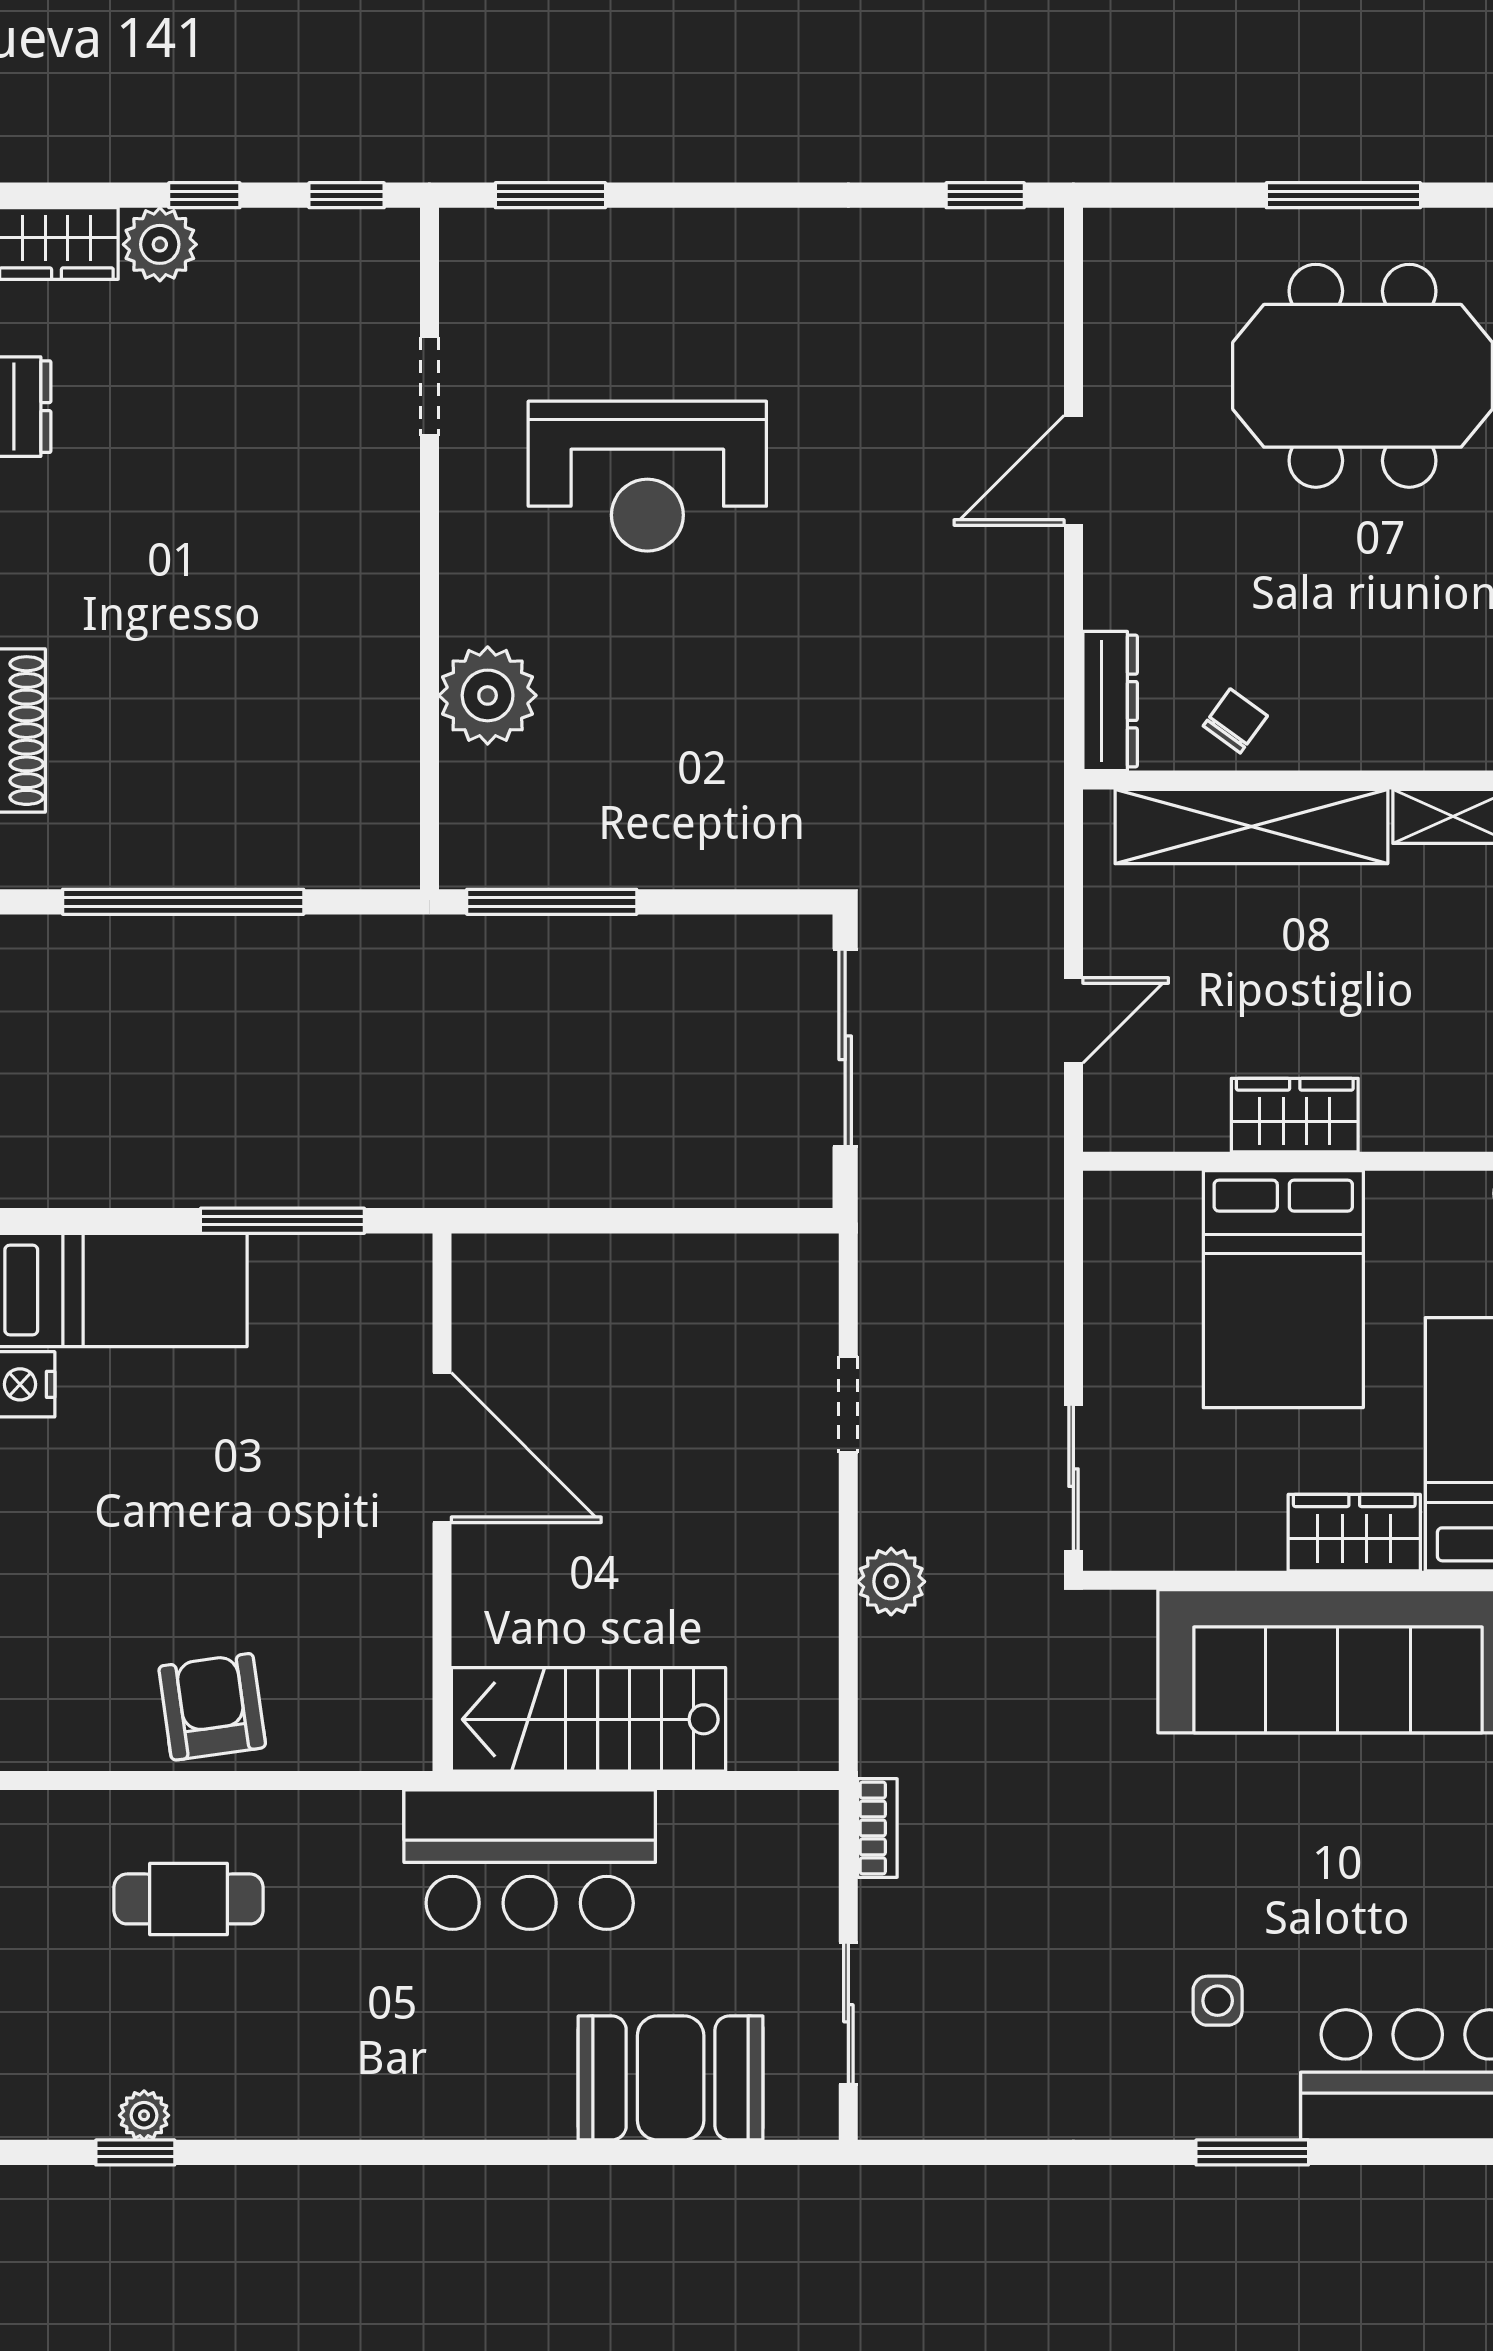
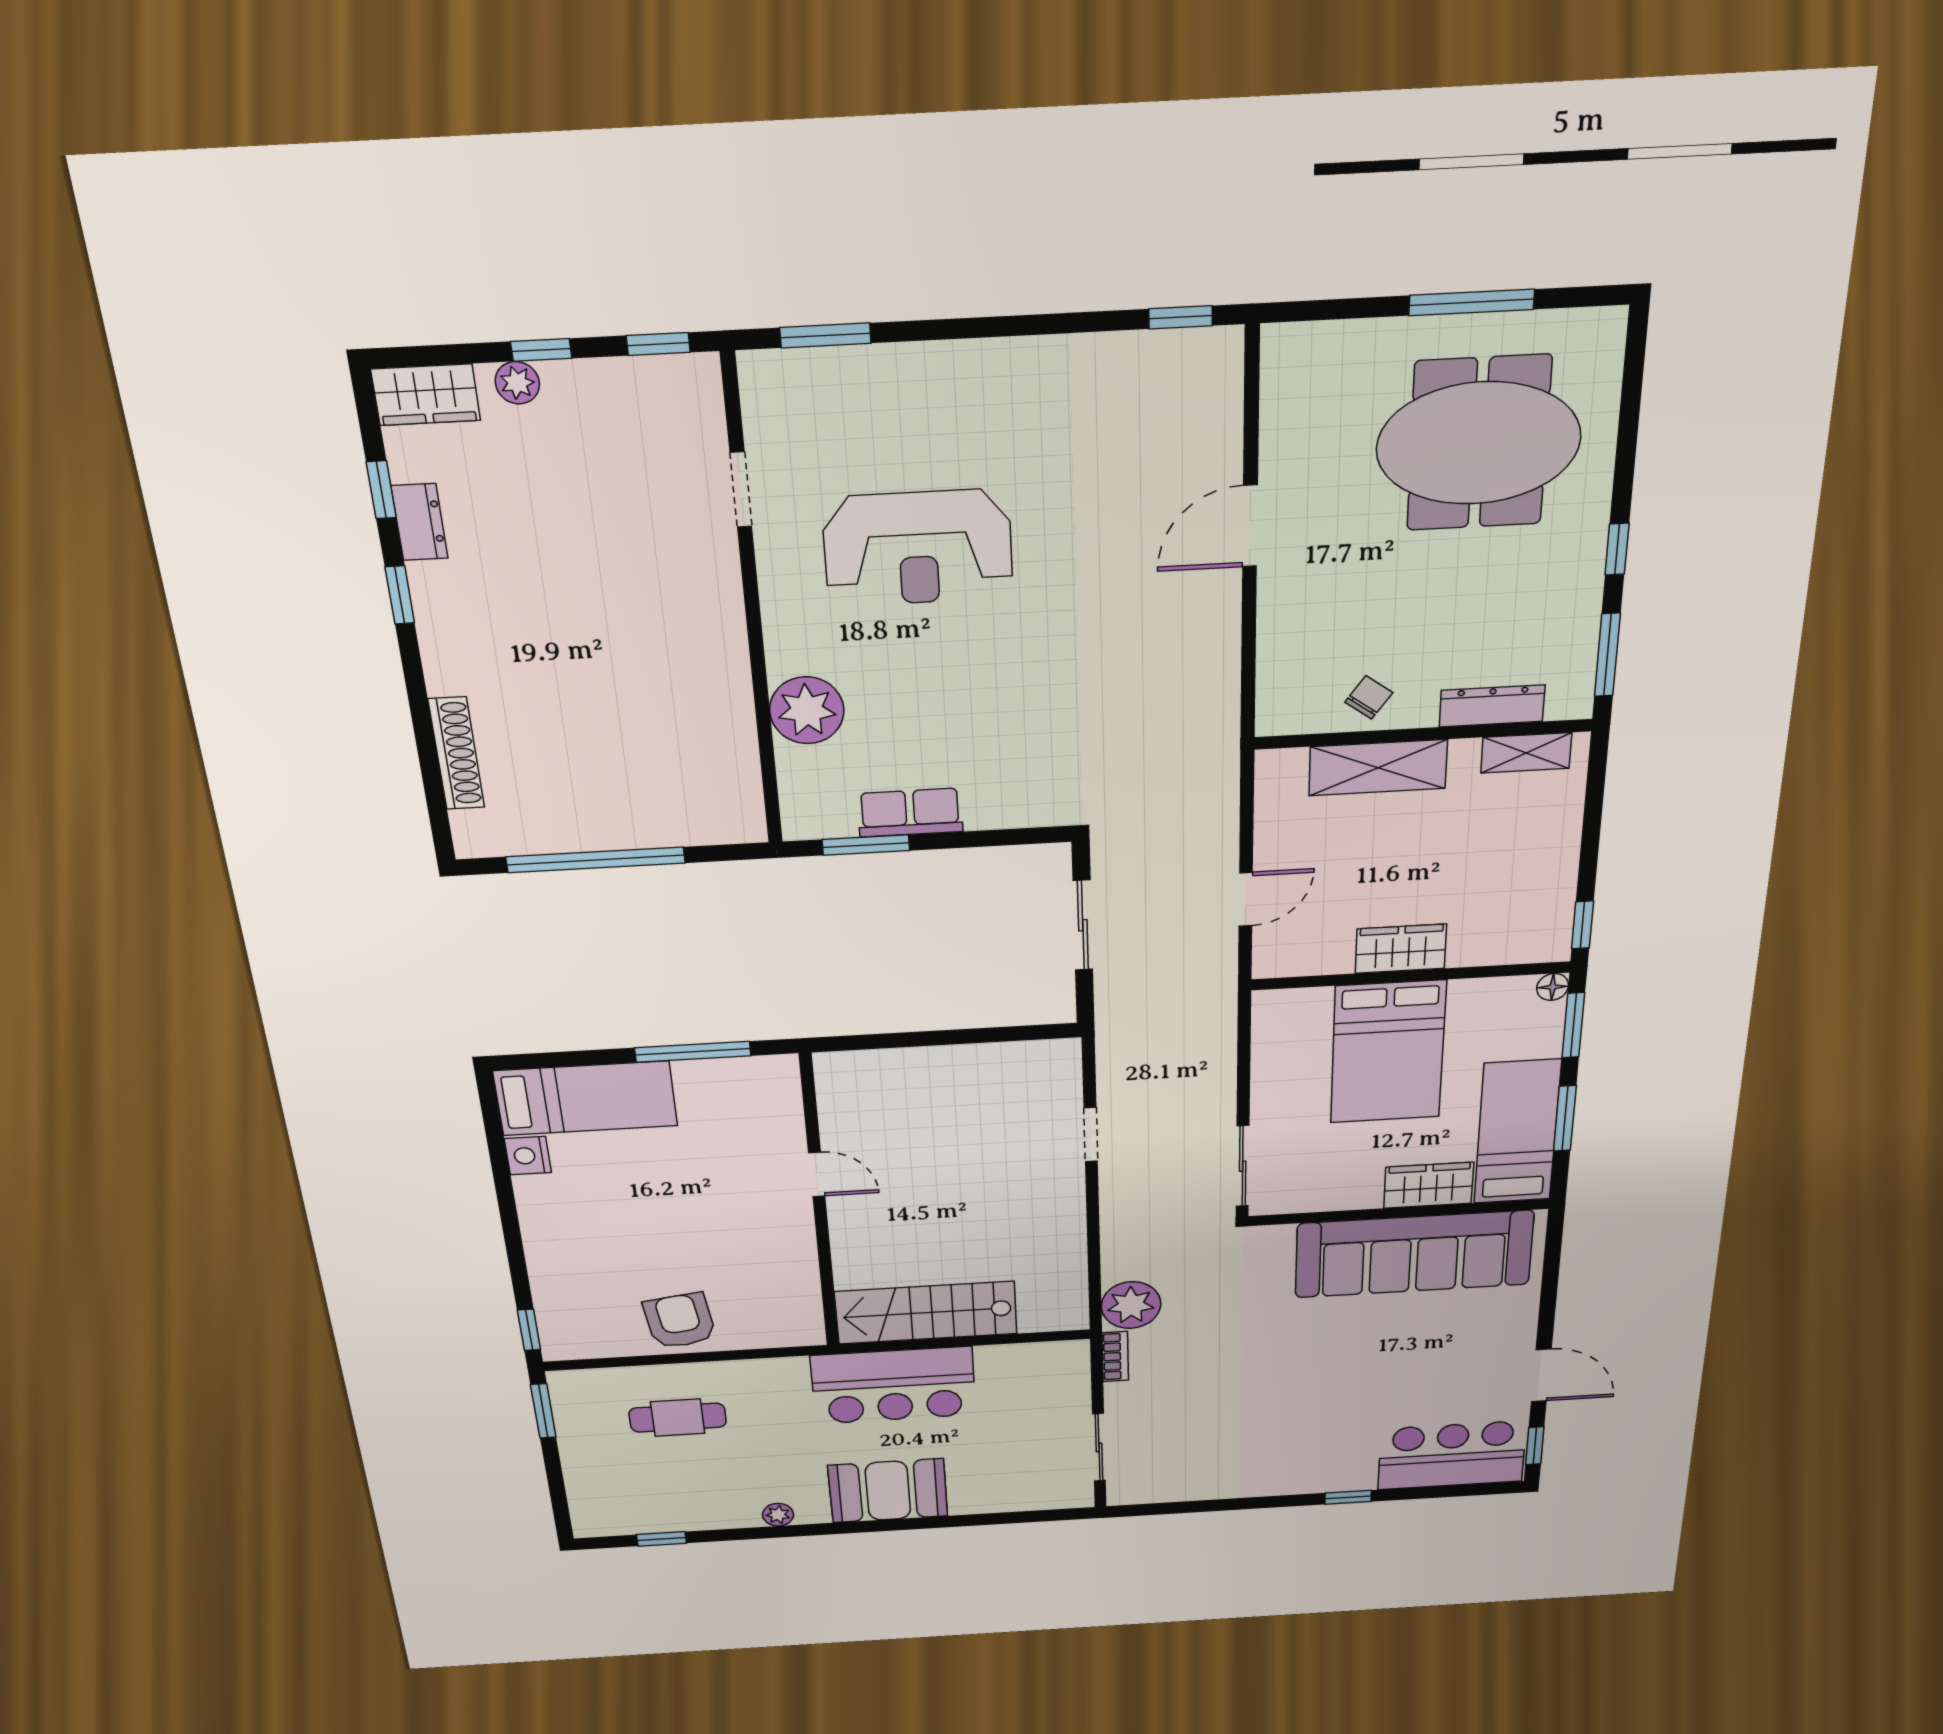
plant: (160, 244) -> (517, 383), width x0.73, depth x0.73
dresser: (1110, 701) -> (1492, 706), moved, turned -90
shelving: (1251, 826) -> (1378, 768), width x0.68
row of seats: (615, 856) -> (910, 813), added
window: (552, 902) -> (866, 845), width x0.69
sliding door: (845, 1048) -> (1083, 925), width x0.73
door: (442, 1448) -> (817, 1174), width x0.53
plant: (891, 1582) -> (1131, 1305), moved, width x1.36, depth x1.36
side table: (1218, 2001) -> (1329, 1428), removed
booth: (671, 2078) -> (888, 1491), moved
plant: (144, 2115) -> (778, 1515), moved
window: (1252, 2152) -> (1348, 1497), width x0.67

